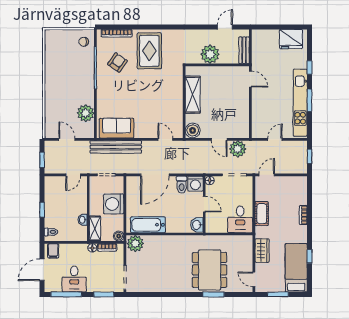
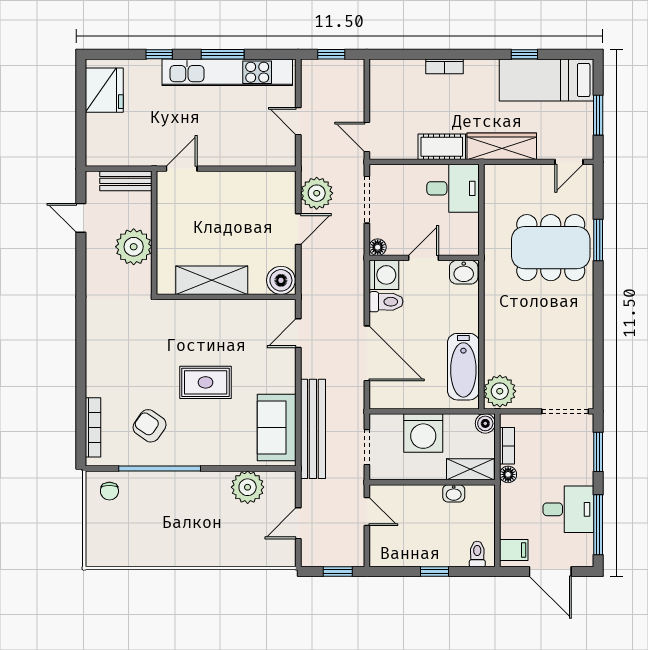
rug: (149, 51) -> (206, 382), moved, width x0.73, depth x0.70
wardrobe: (262, 251) -> (502, 146), width x1.50

